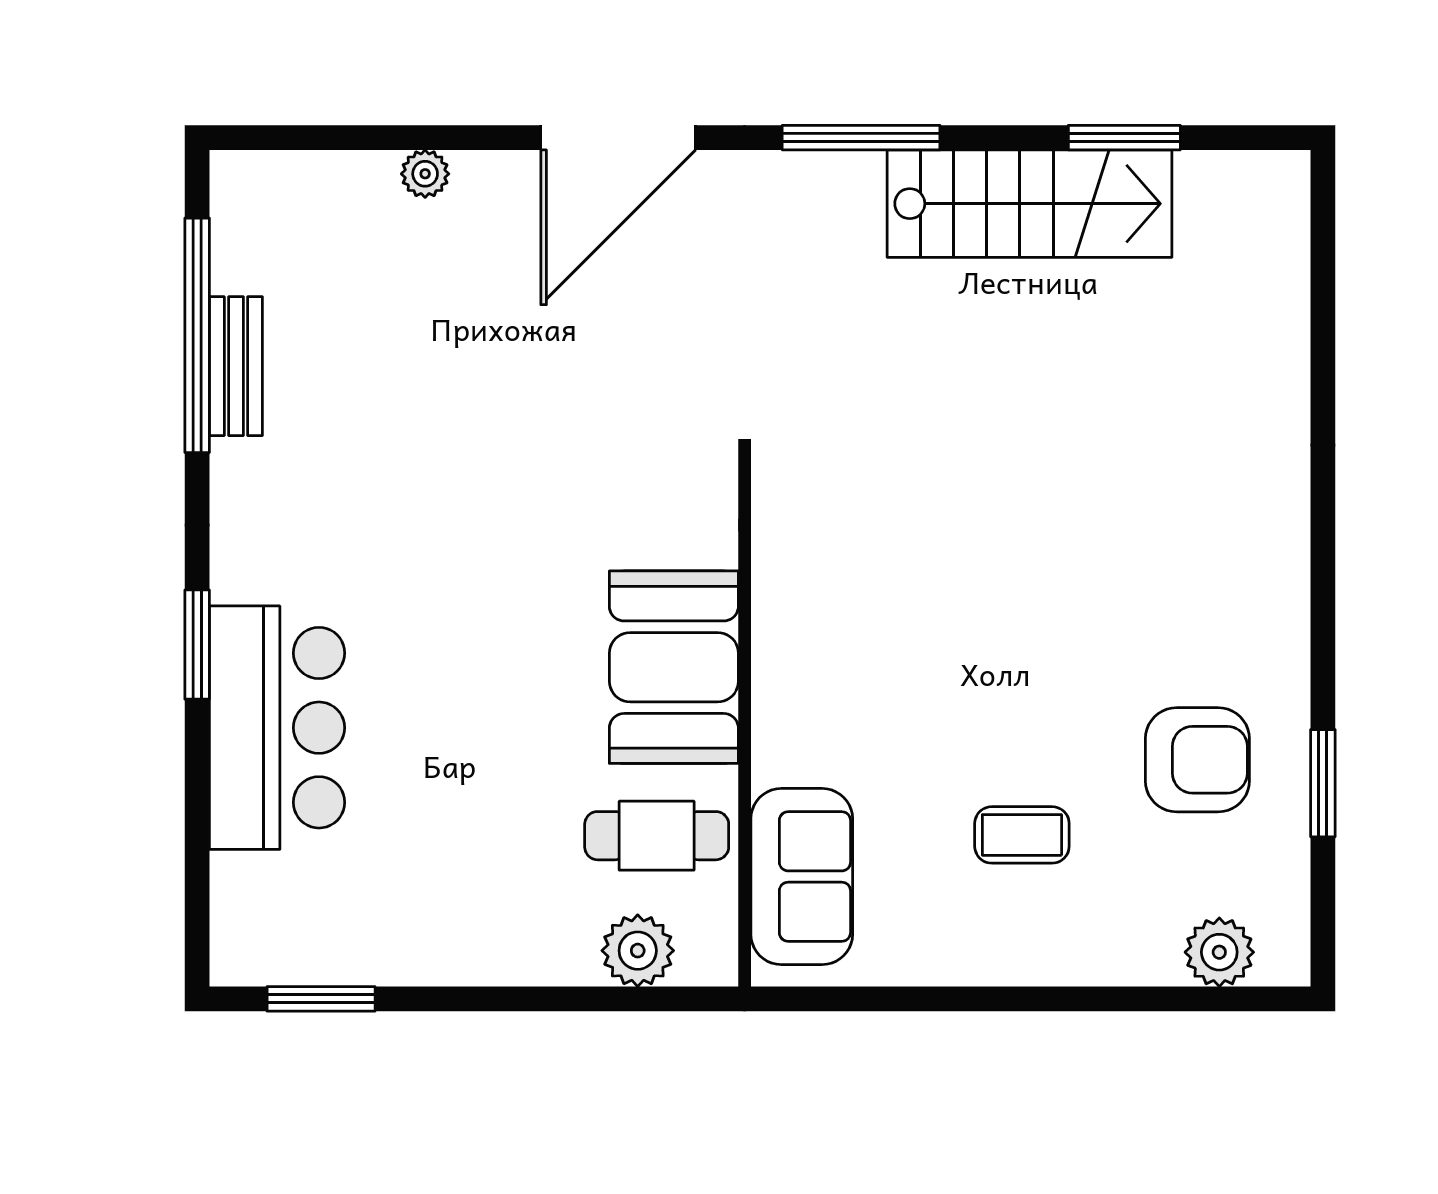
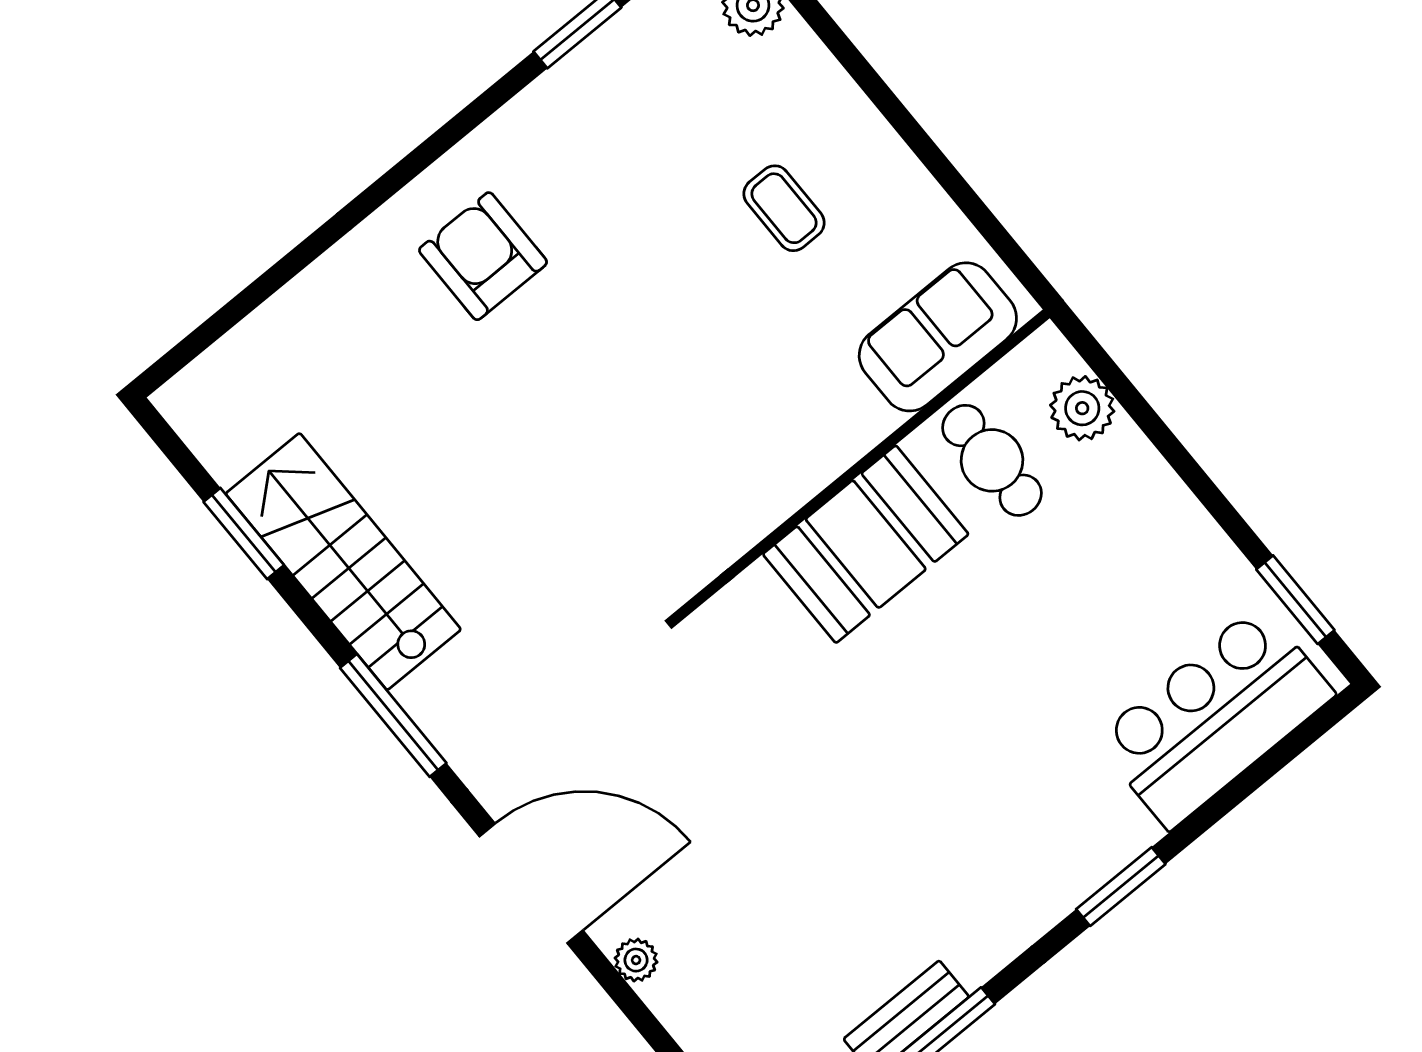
plant: (425, 174) -> (636, 960), moved
bar counter: (277, 728) -> (1215, 717), moved
armchair: (1197, 760) -> (483, 256), moved

